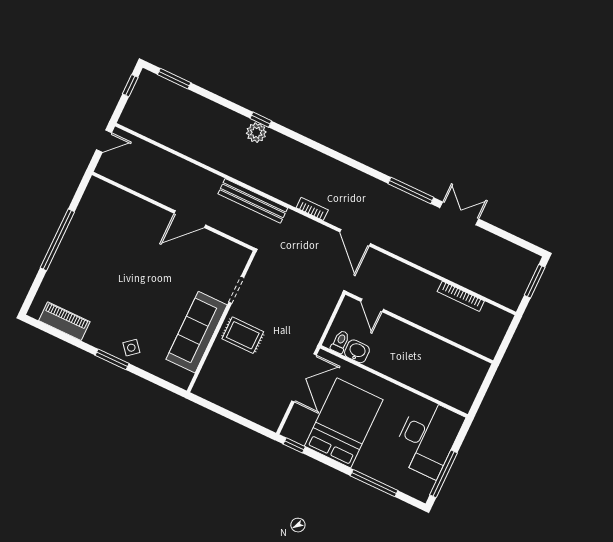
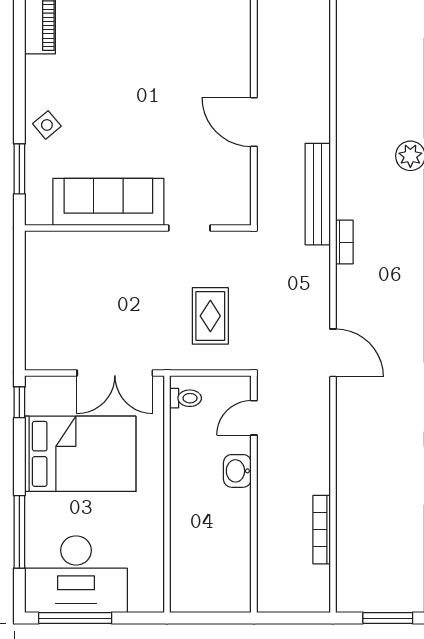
bookcase: (312, 209) -> (344, 242), moved
door: (355, 238) -> (333, 353), swing flipped
rug: (243, 335) -> (210, 316), moved
washbasin: (357, 351) -> (237, 471), moved, turned 180
window: (112, 359) -> (19, 169), moved
desk: (428, 438) -> (76, 574), moved

